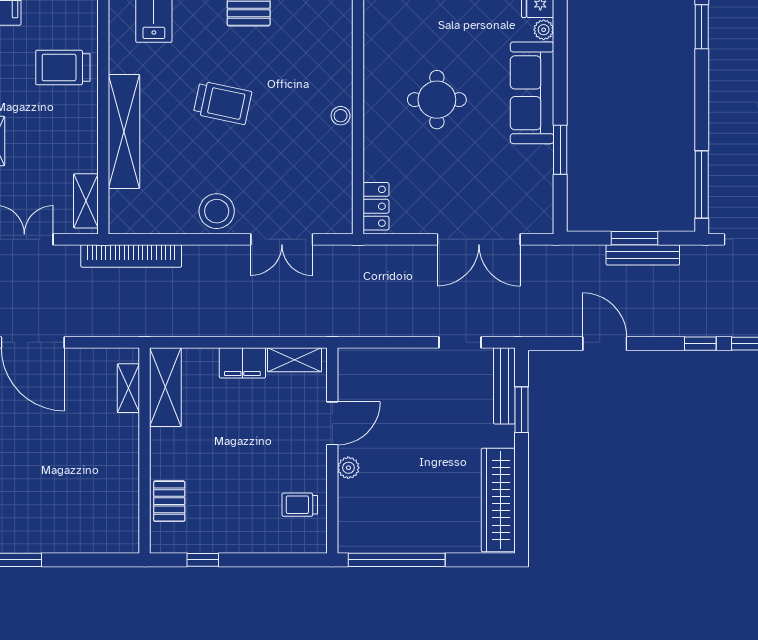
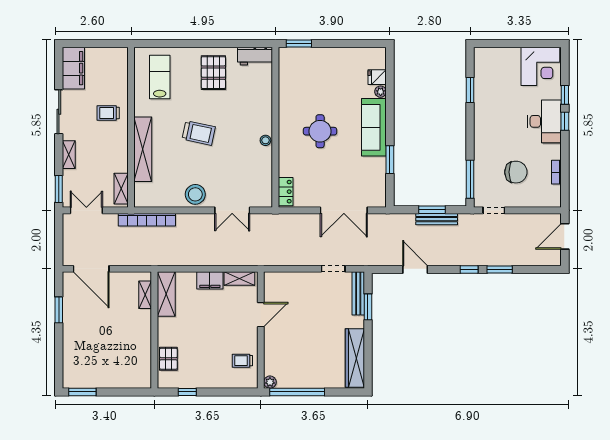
trolley: (63, 68) -> (108, 113), width x0.73, depth x0.72
plant: (348, 468) -> (270, 382), moved

